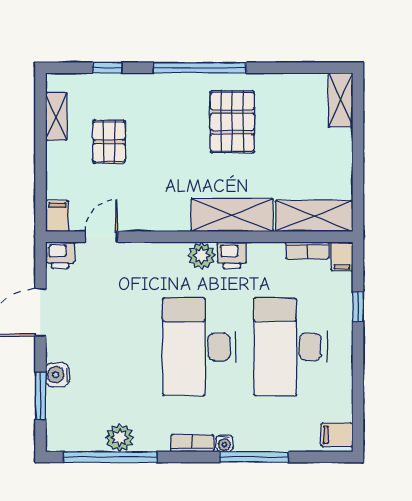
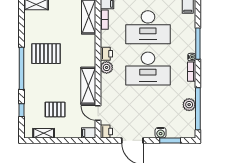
shelving: (232, 215) -> (88, 86), moved

